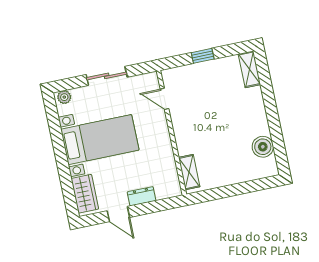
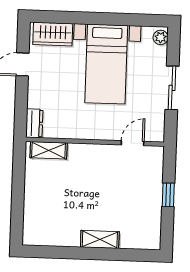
shelving: (249, 69) -> (100, 239), moved
boiler: (263, 147) -> (56, 235), removed
dresser: (142, 196) -> (34, 123), moved

